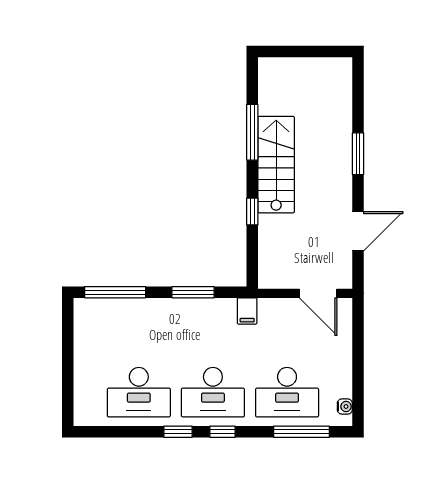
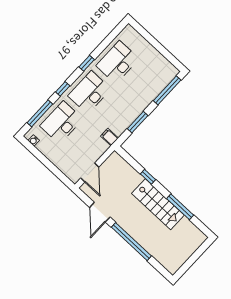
window: (358, 154) -> (131, 242), width x2.11
door: (318, 293) -> (90, 173), swing flipped
window: (222, 432) -> (63, 89), moved

